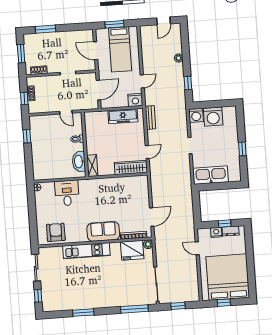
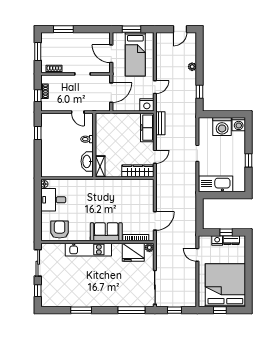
washing machine: (196, 115) -> (239, 124), moved
freezer: (123, 116) -> (147, 128), moved, turned 90
desk: (67, 193) -> (53, 200), moved, turned -90

